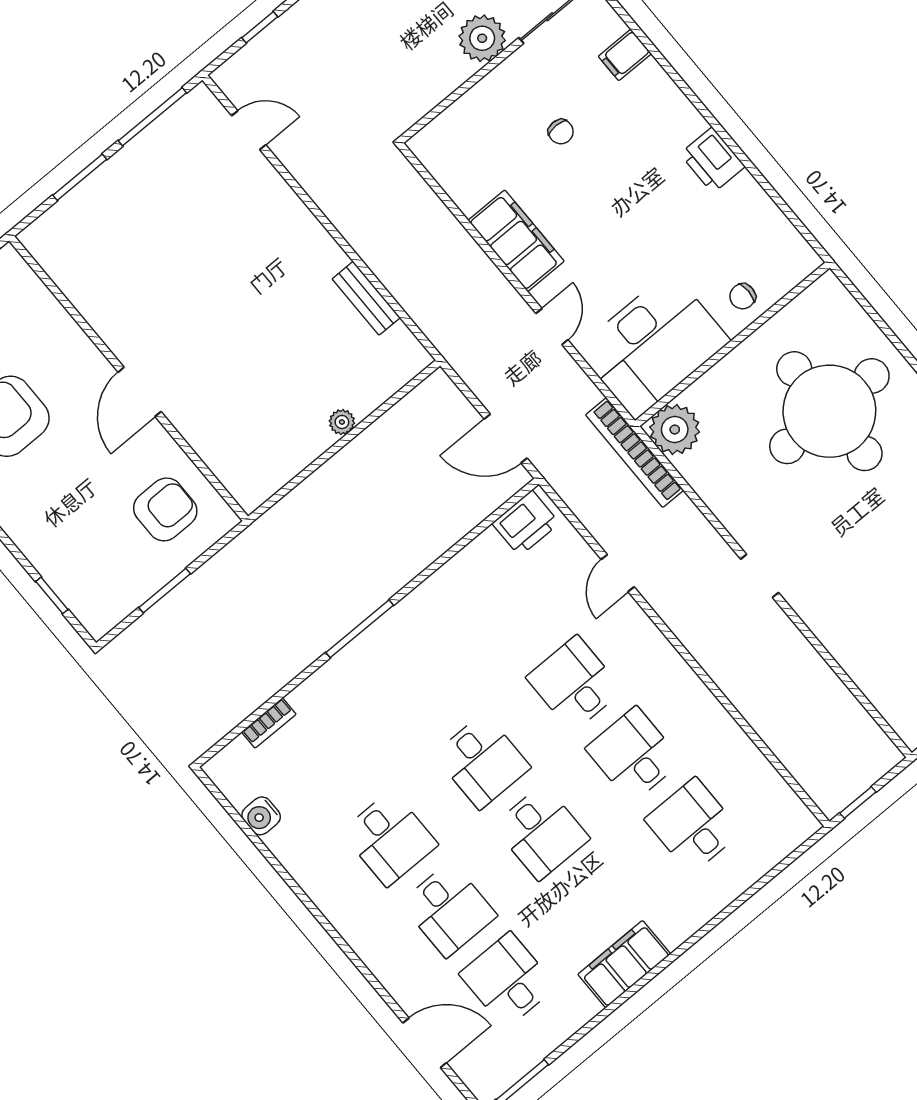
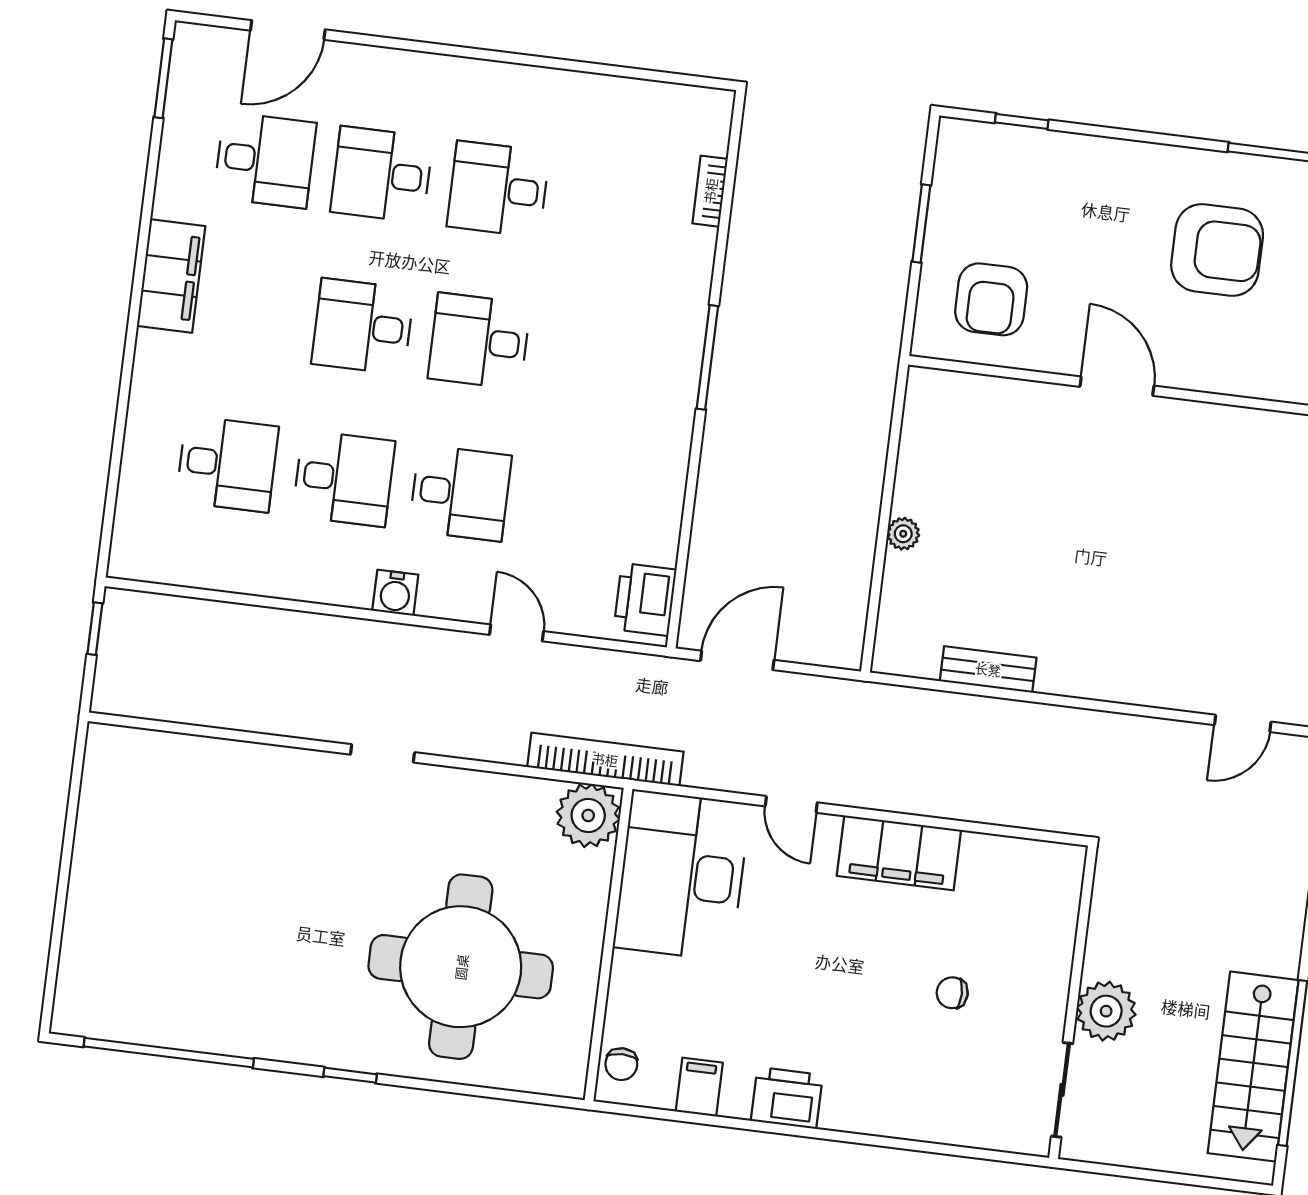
filing cabinet: (625, 55) -> (699, 1087), moved
chair: (743, 296) -> (621, 1064), moved, turned 180
water cooler: (261, 816) -> (395, 593), moved, turned 180

